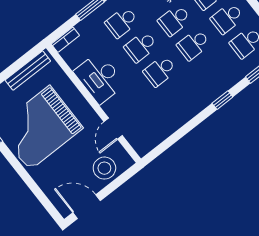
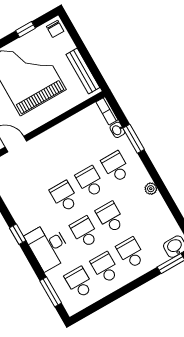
washbasin: (83, 26) -> (117, 130), added
desk: (100, 78) -> (48, 246), moved, turned -90
window: (222, 100) -> (18, 234), moved

